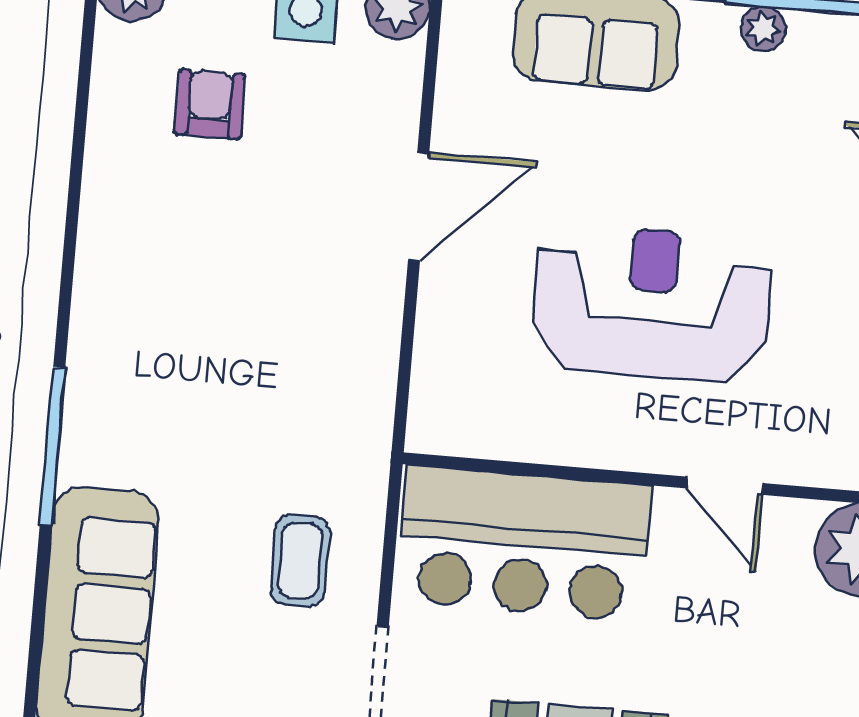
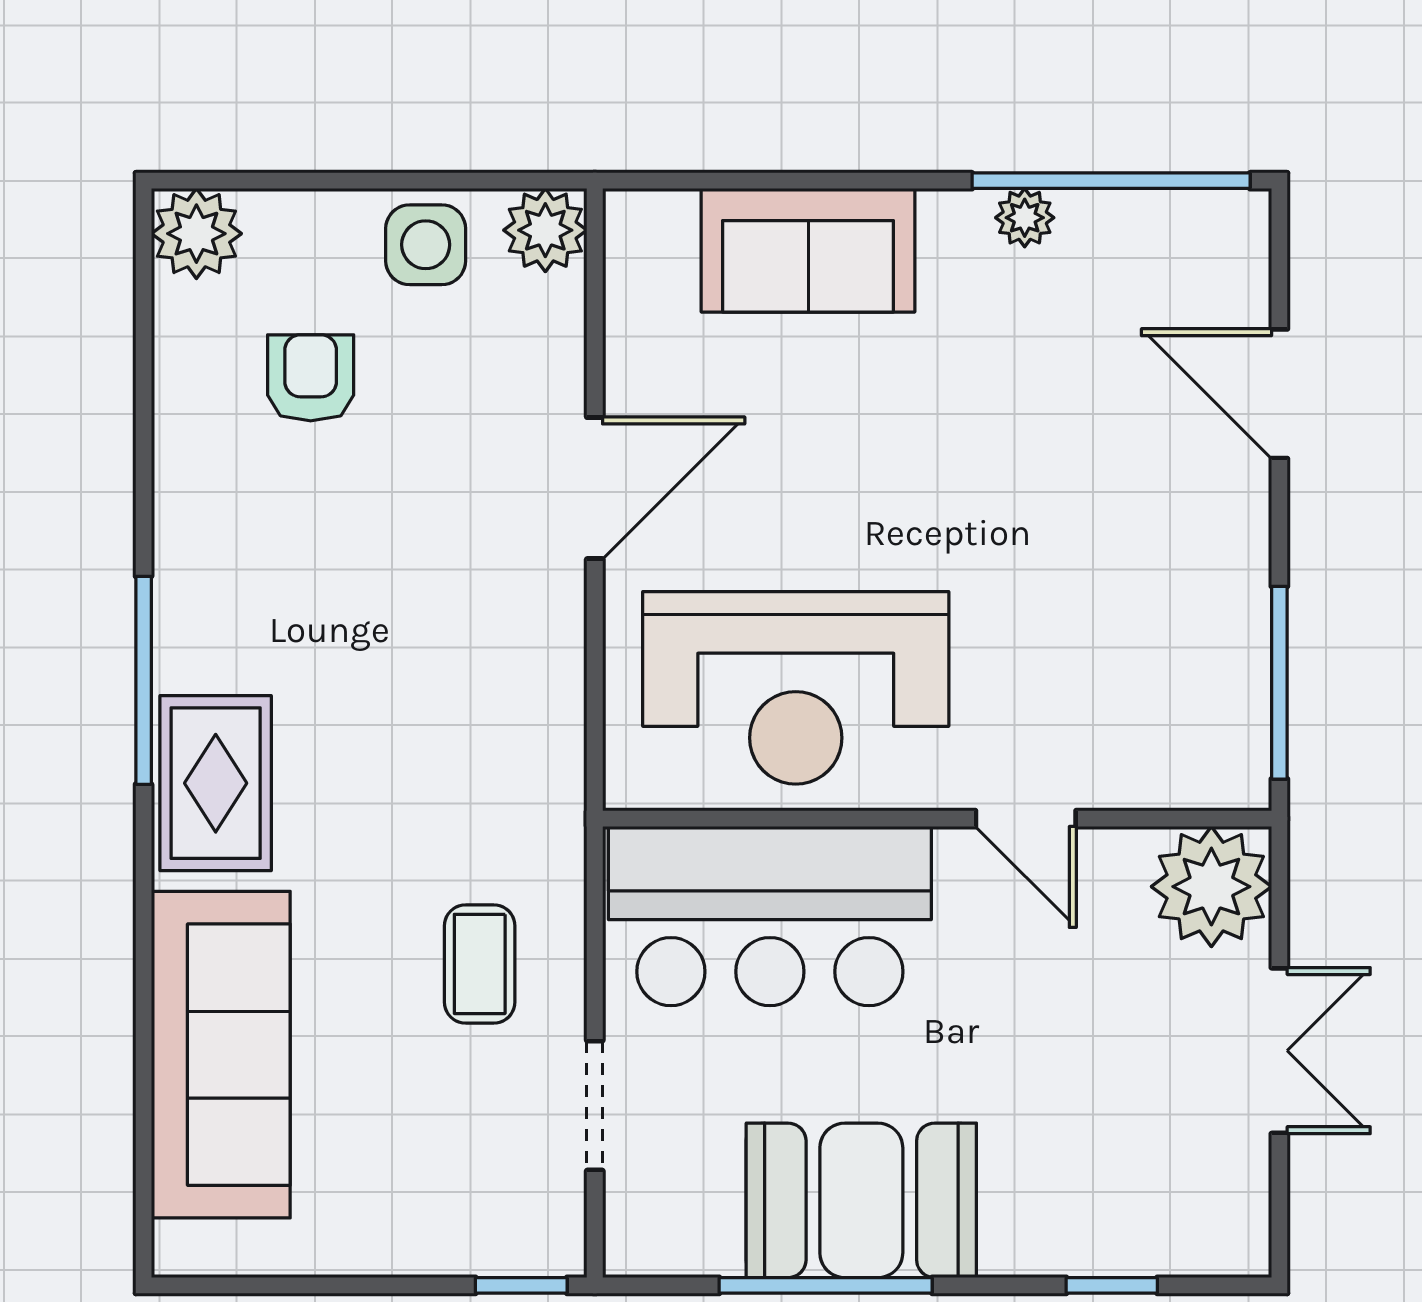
reception desk: (652, 303) -> (796, 688), moved, turned 180
rug: (111, 406) -> (216, 783), added
window: (53, 446) -> (144, 680), moved

